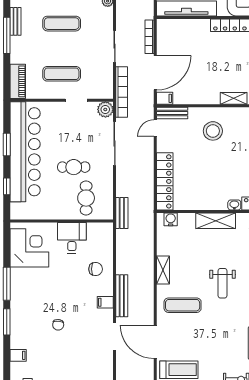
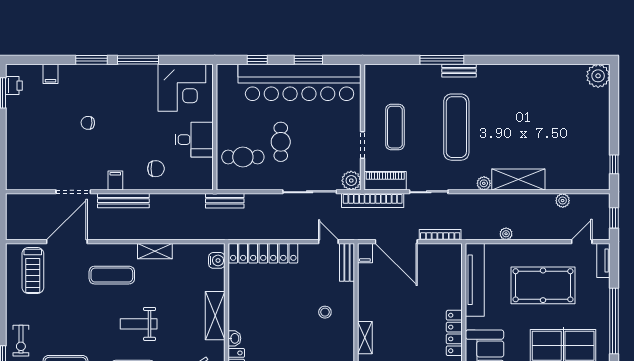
exercise mat: (62, 24) -> (456, 127), width x1.36, depth x1.45
piano: (18, 81) -> (385, 181), moved, turned 180
stool: (213, 131) -> (325, 312), width x0.53, depth x0.53
chair: (96, 269) -> (156, 169), turned -90
exercise mat: (183, 305) -> (112, 275), turned 90

